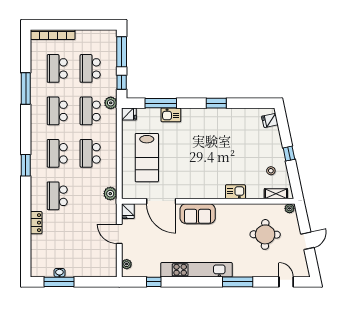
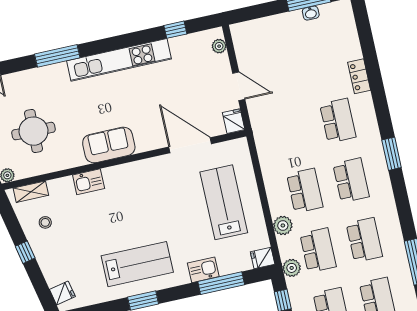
lab bench: (215, 129) -> (137, 264), added
plant: (110, 194) -> (283, 225), moved
sofa: (198, 214) -> (109, 145), moved

